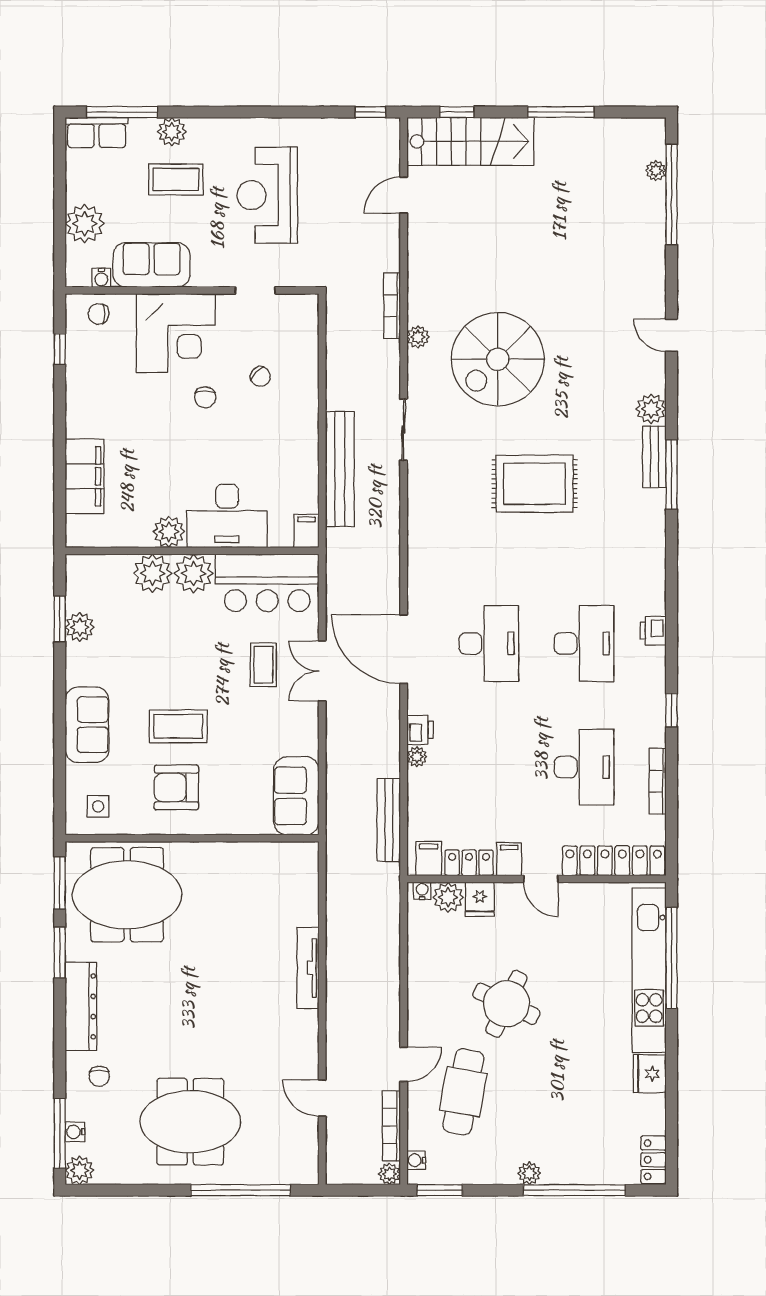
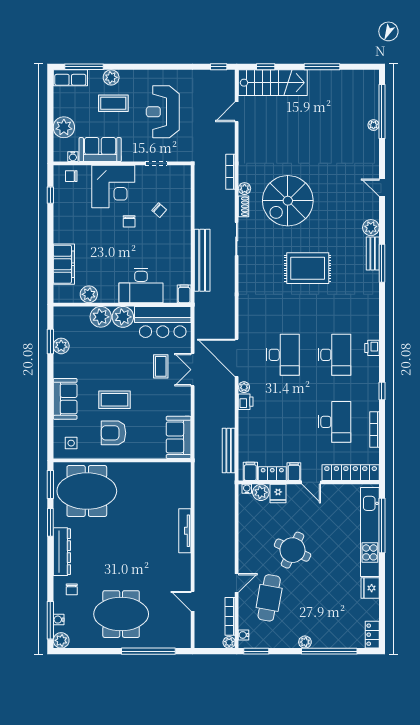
plant: (656, 171) -> (374, 125), moved
shoe rack: (416, 370) -> (244, 206), added
plant: (169, 532) -> (89, 294), moved
plant: (417, 757) -> (244, 387), moved

